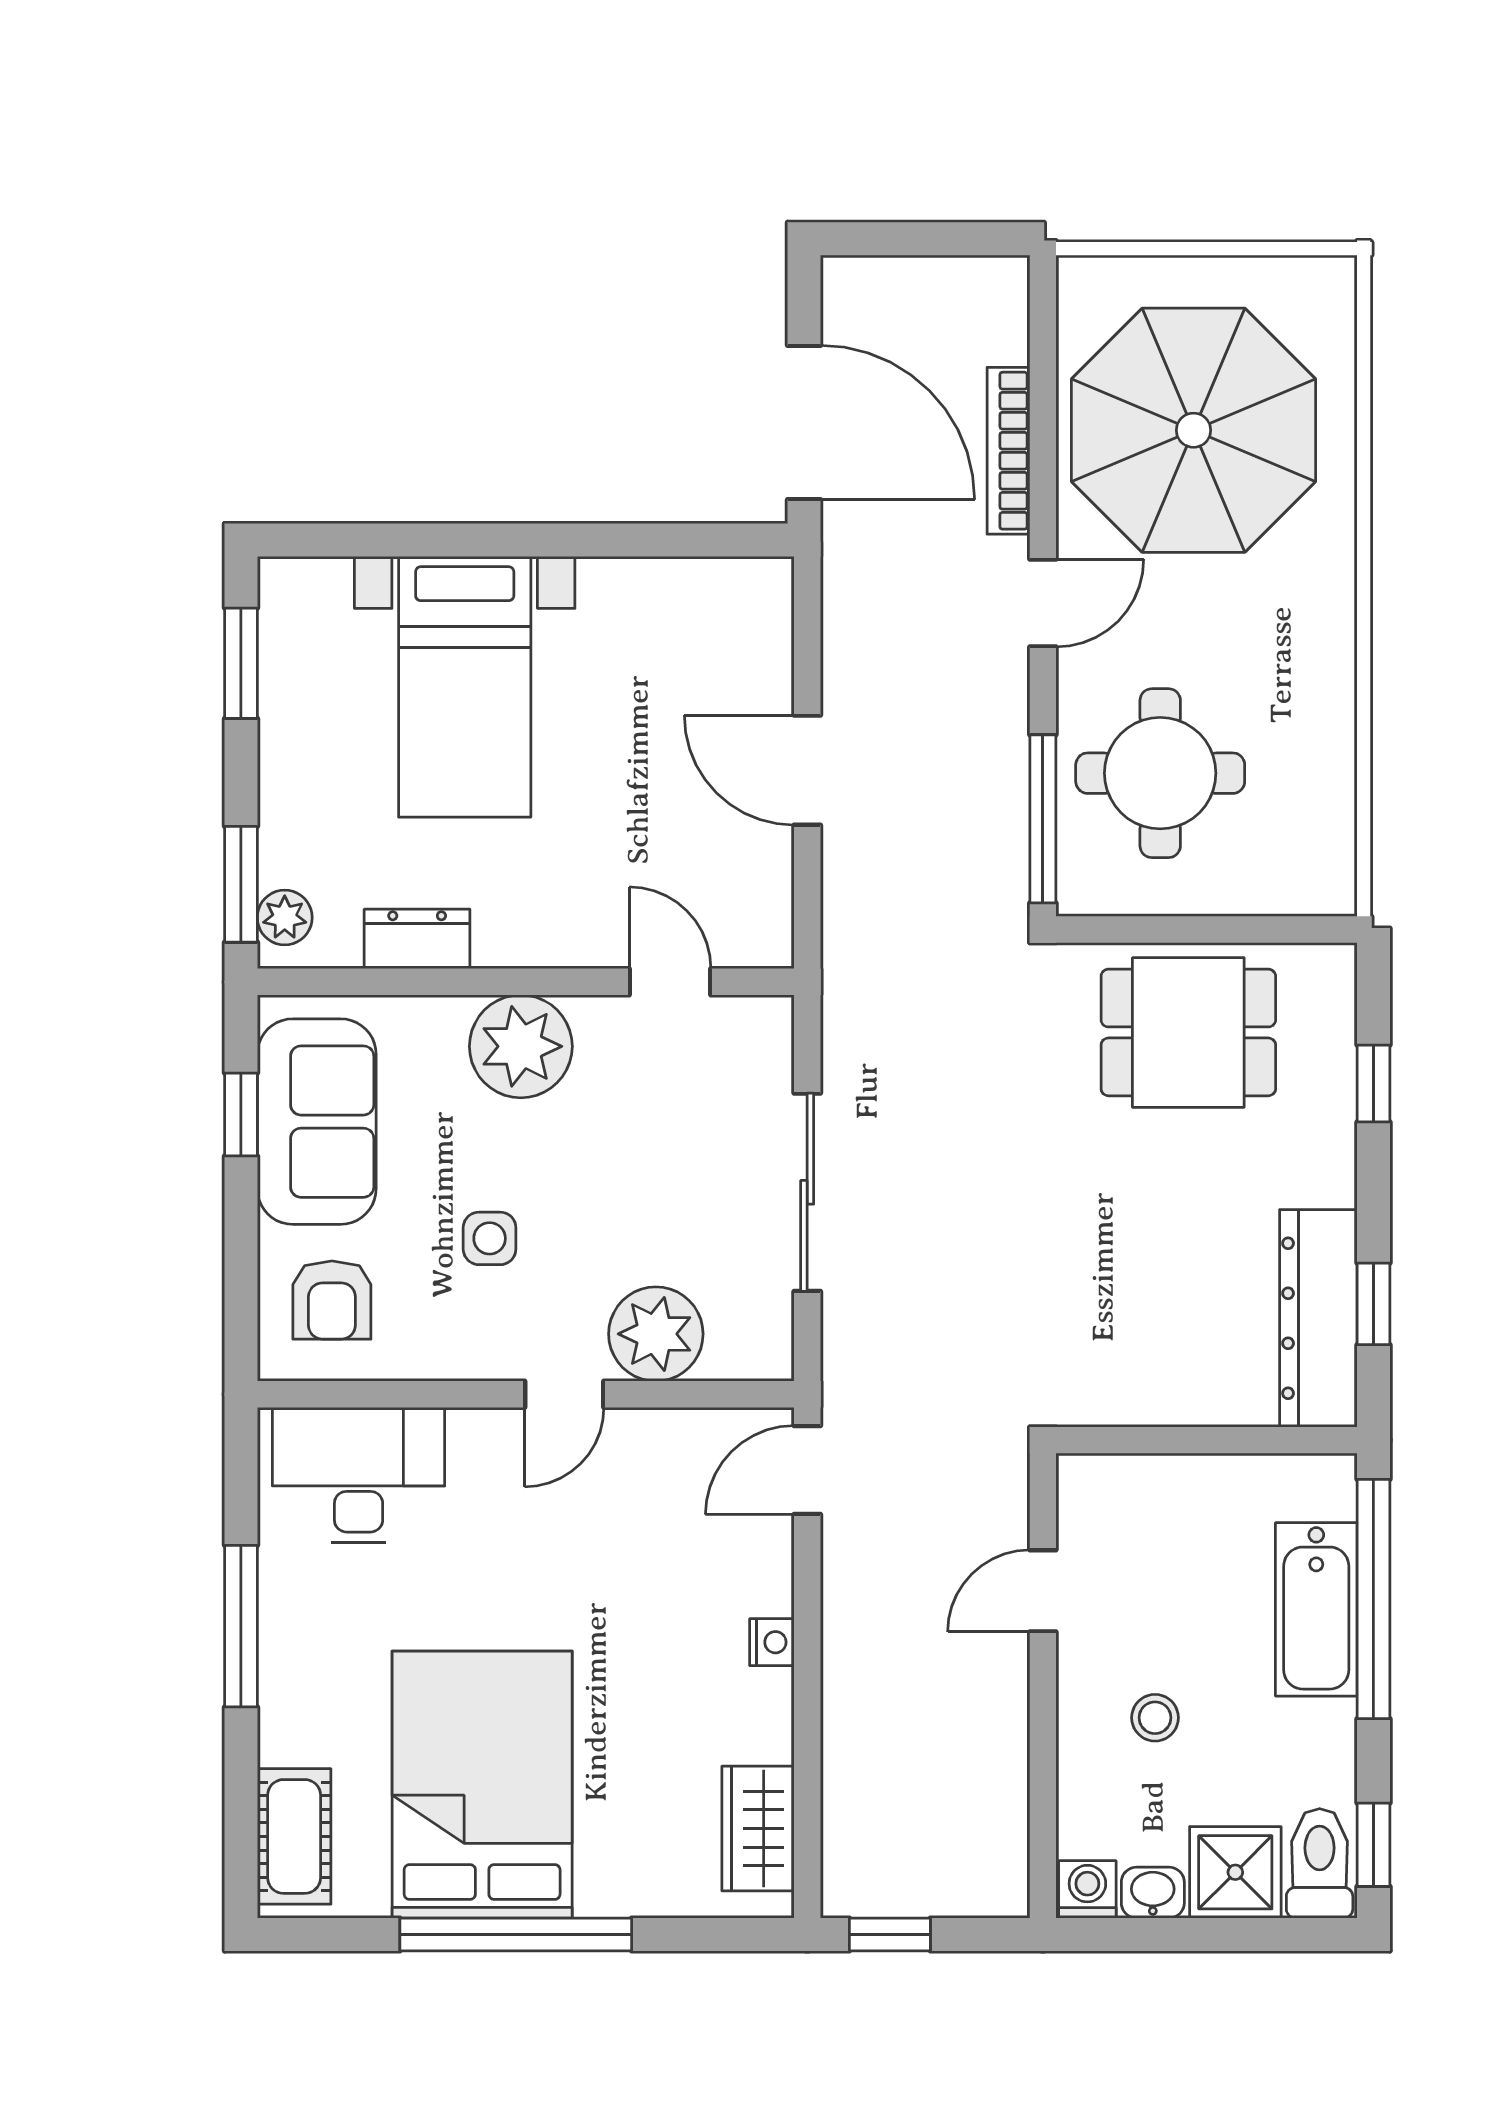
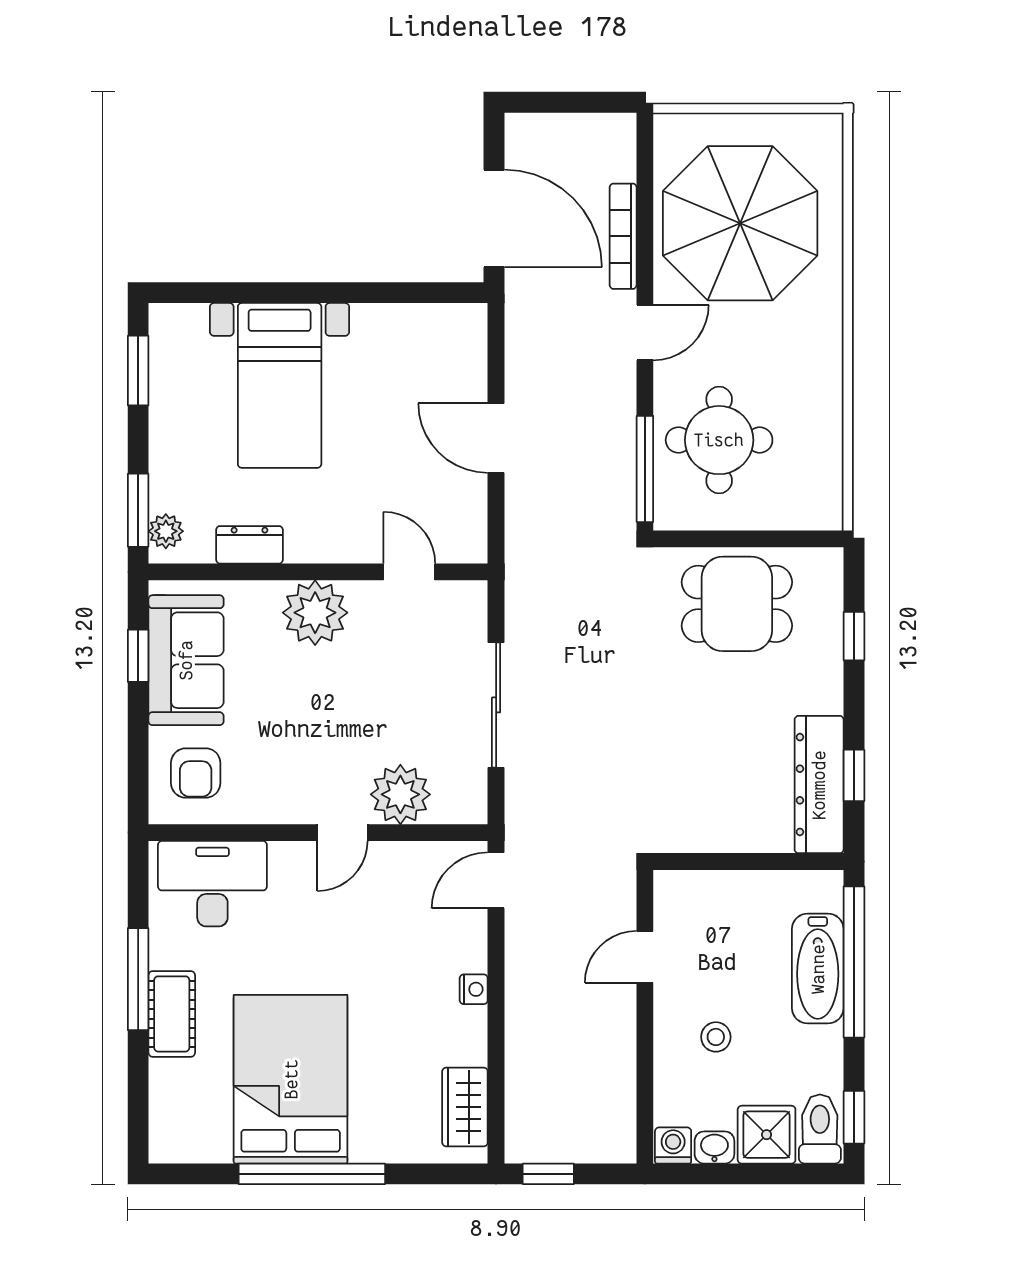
side table: (490, 1238) -> (295, 734), removed
cot: (294, 1836) -> (172, 1014), moved

